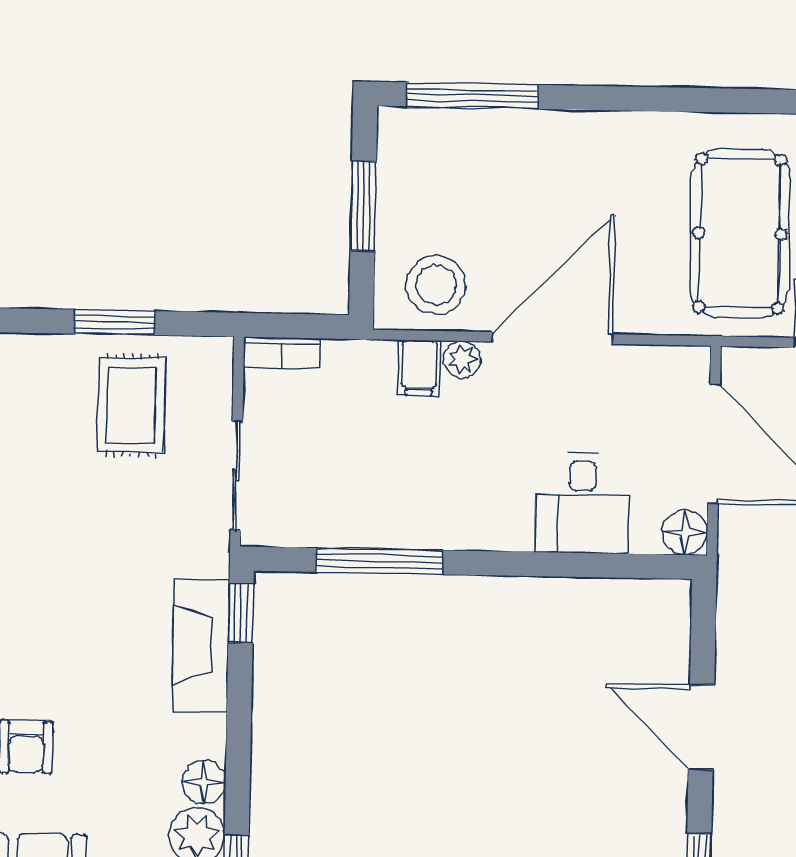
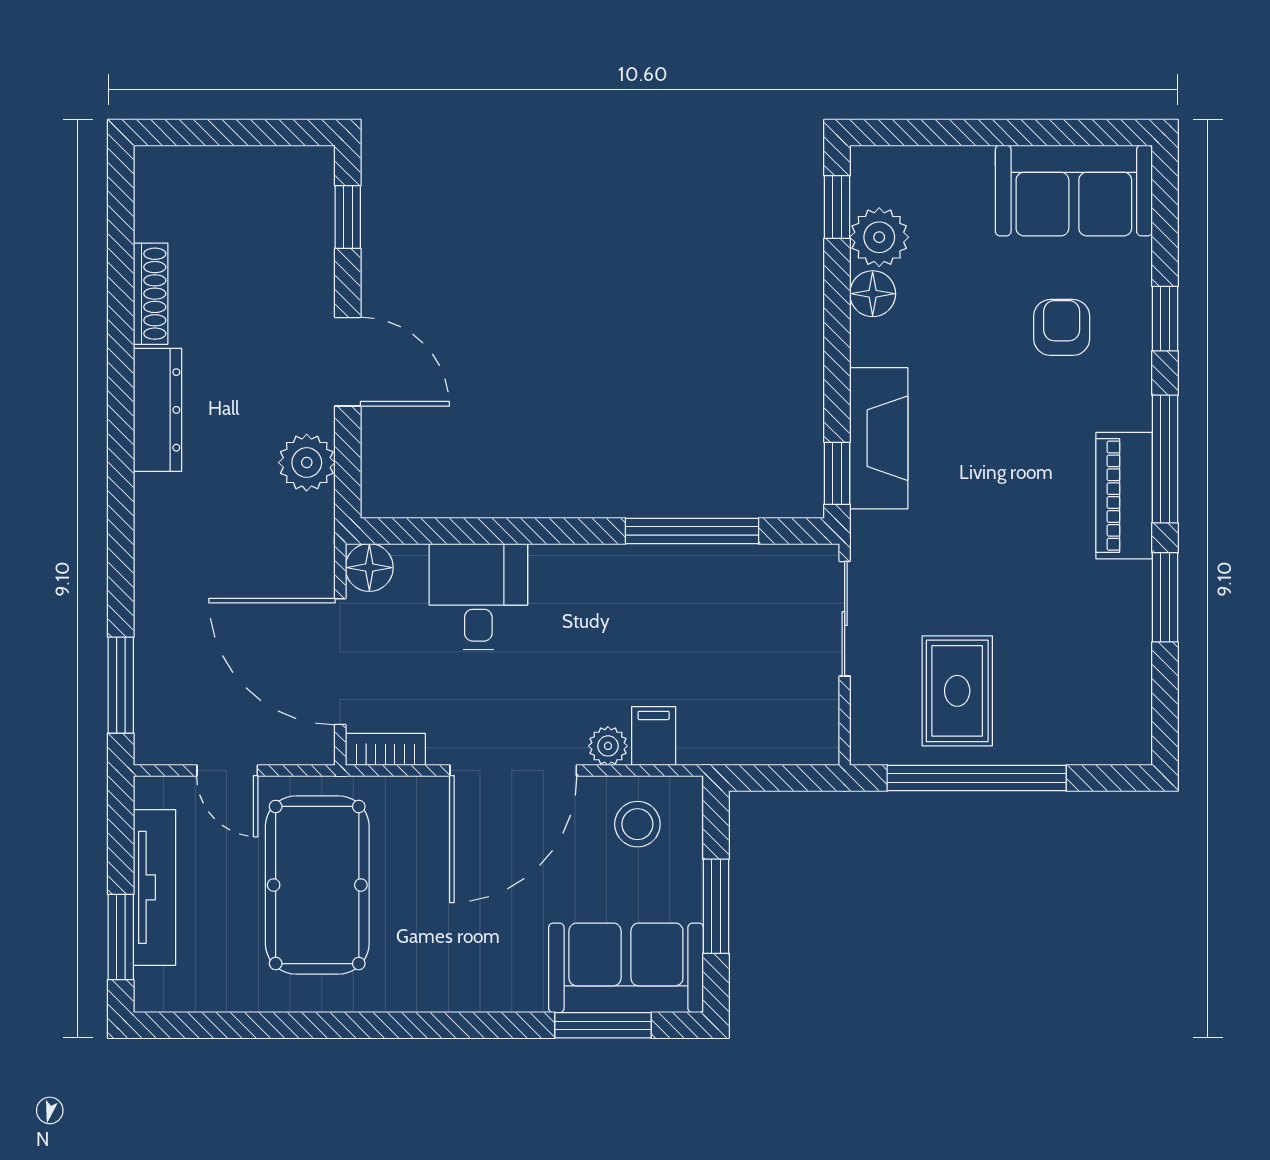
window: (472, 96) -> (603, 1025), width x0.69
sofa: (449, 149) -> (626, 968), added
stool: (436, 285) -> (637, 824), width x0.73, depth x0.73
window: (115, 322) -> (977, 778), width x2.11
bookcase: (281, 353) -> (385, 749), moved
plant: (742, 633) -> (307, 463), added

